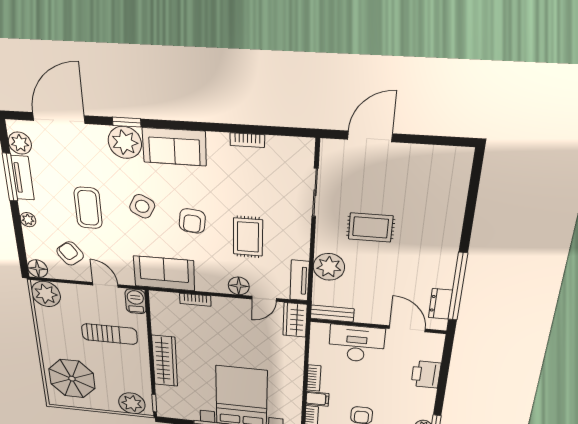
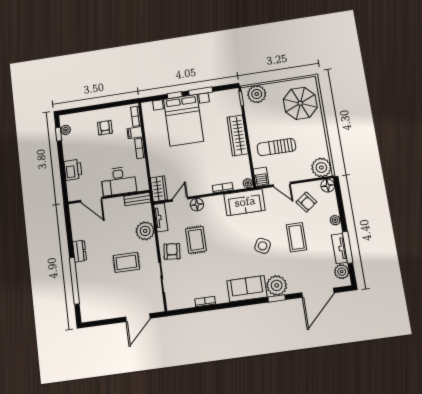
armchair: (192, 221) -> (172, 251), moved
window: (458, 287) -> (74, 281), moved
plant: (156, 297) -> (248, 183), added
dresser: (440, 304) -> (80, 251), moved

